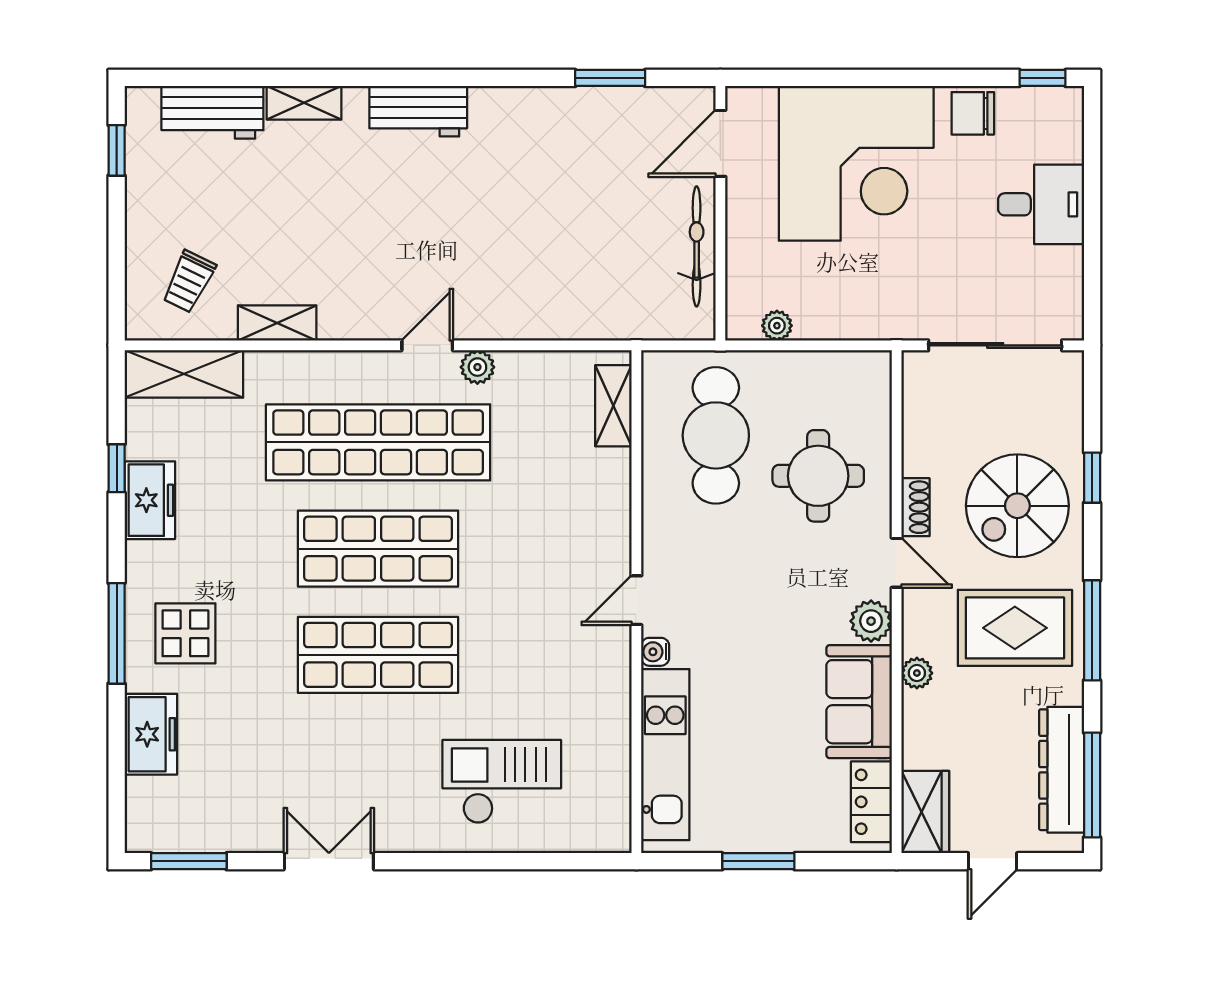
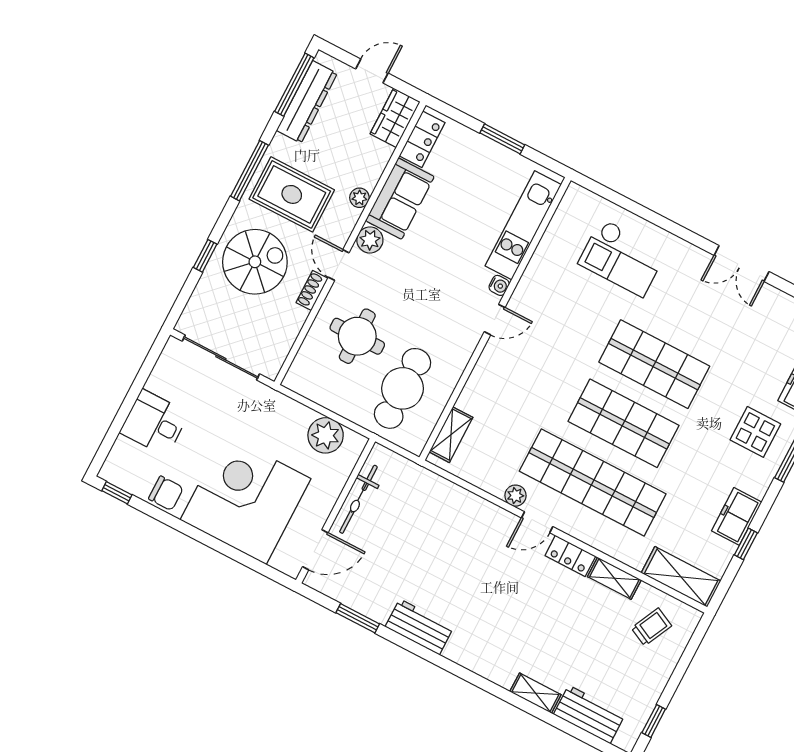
workbench: (418, 111) -> (420, 627), moved
locker: (356, 322) -> (570, 556), added
plant: (777, 326) -> (326, 435), width x1.87, depth x1.87

